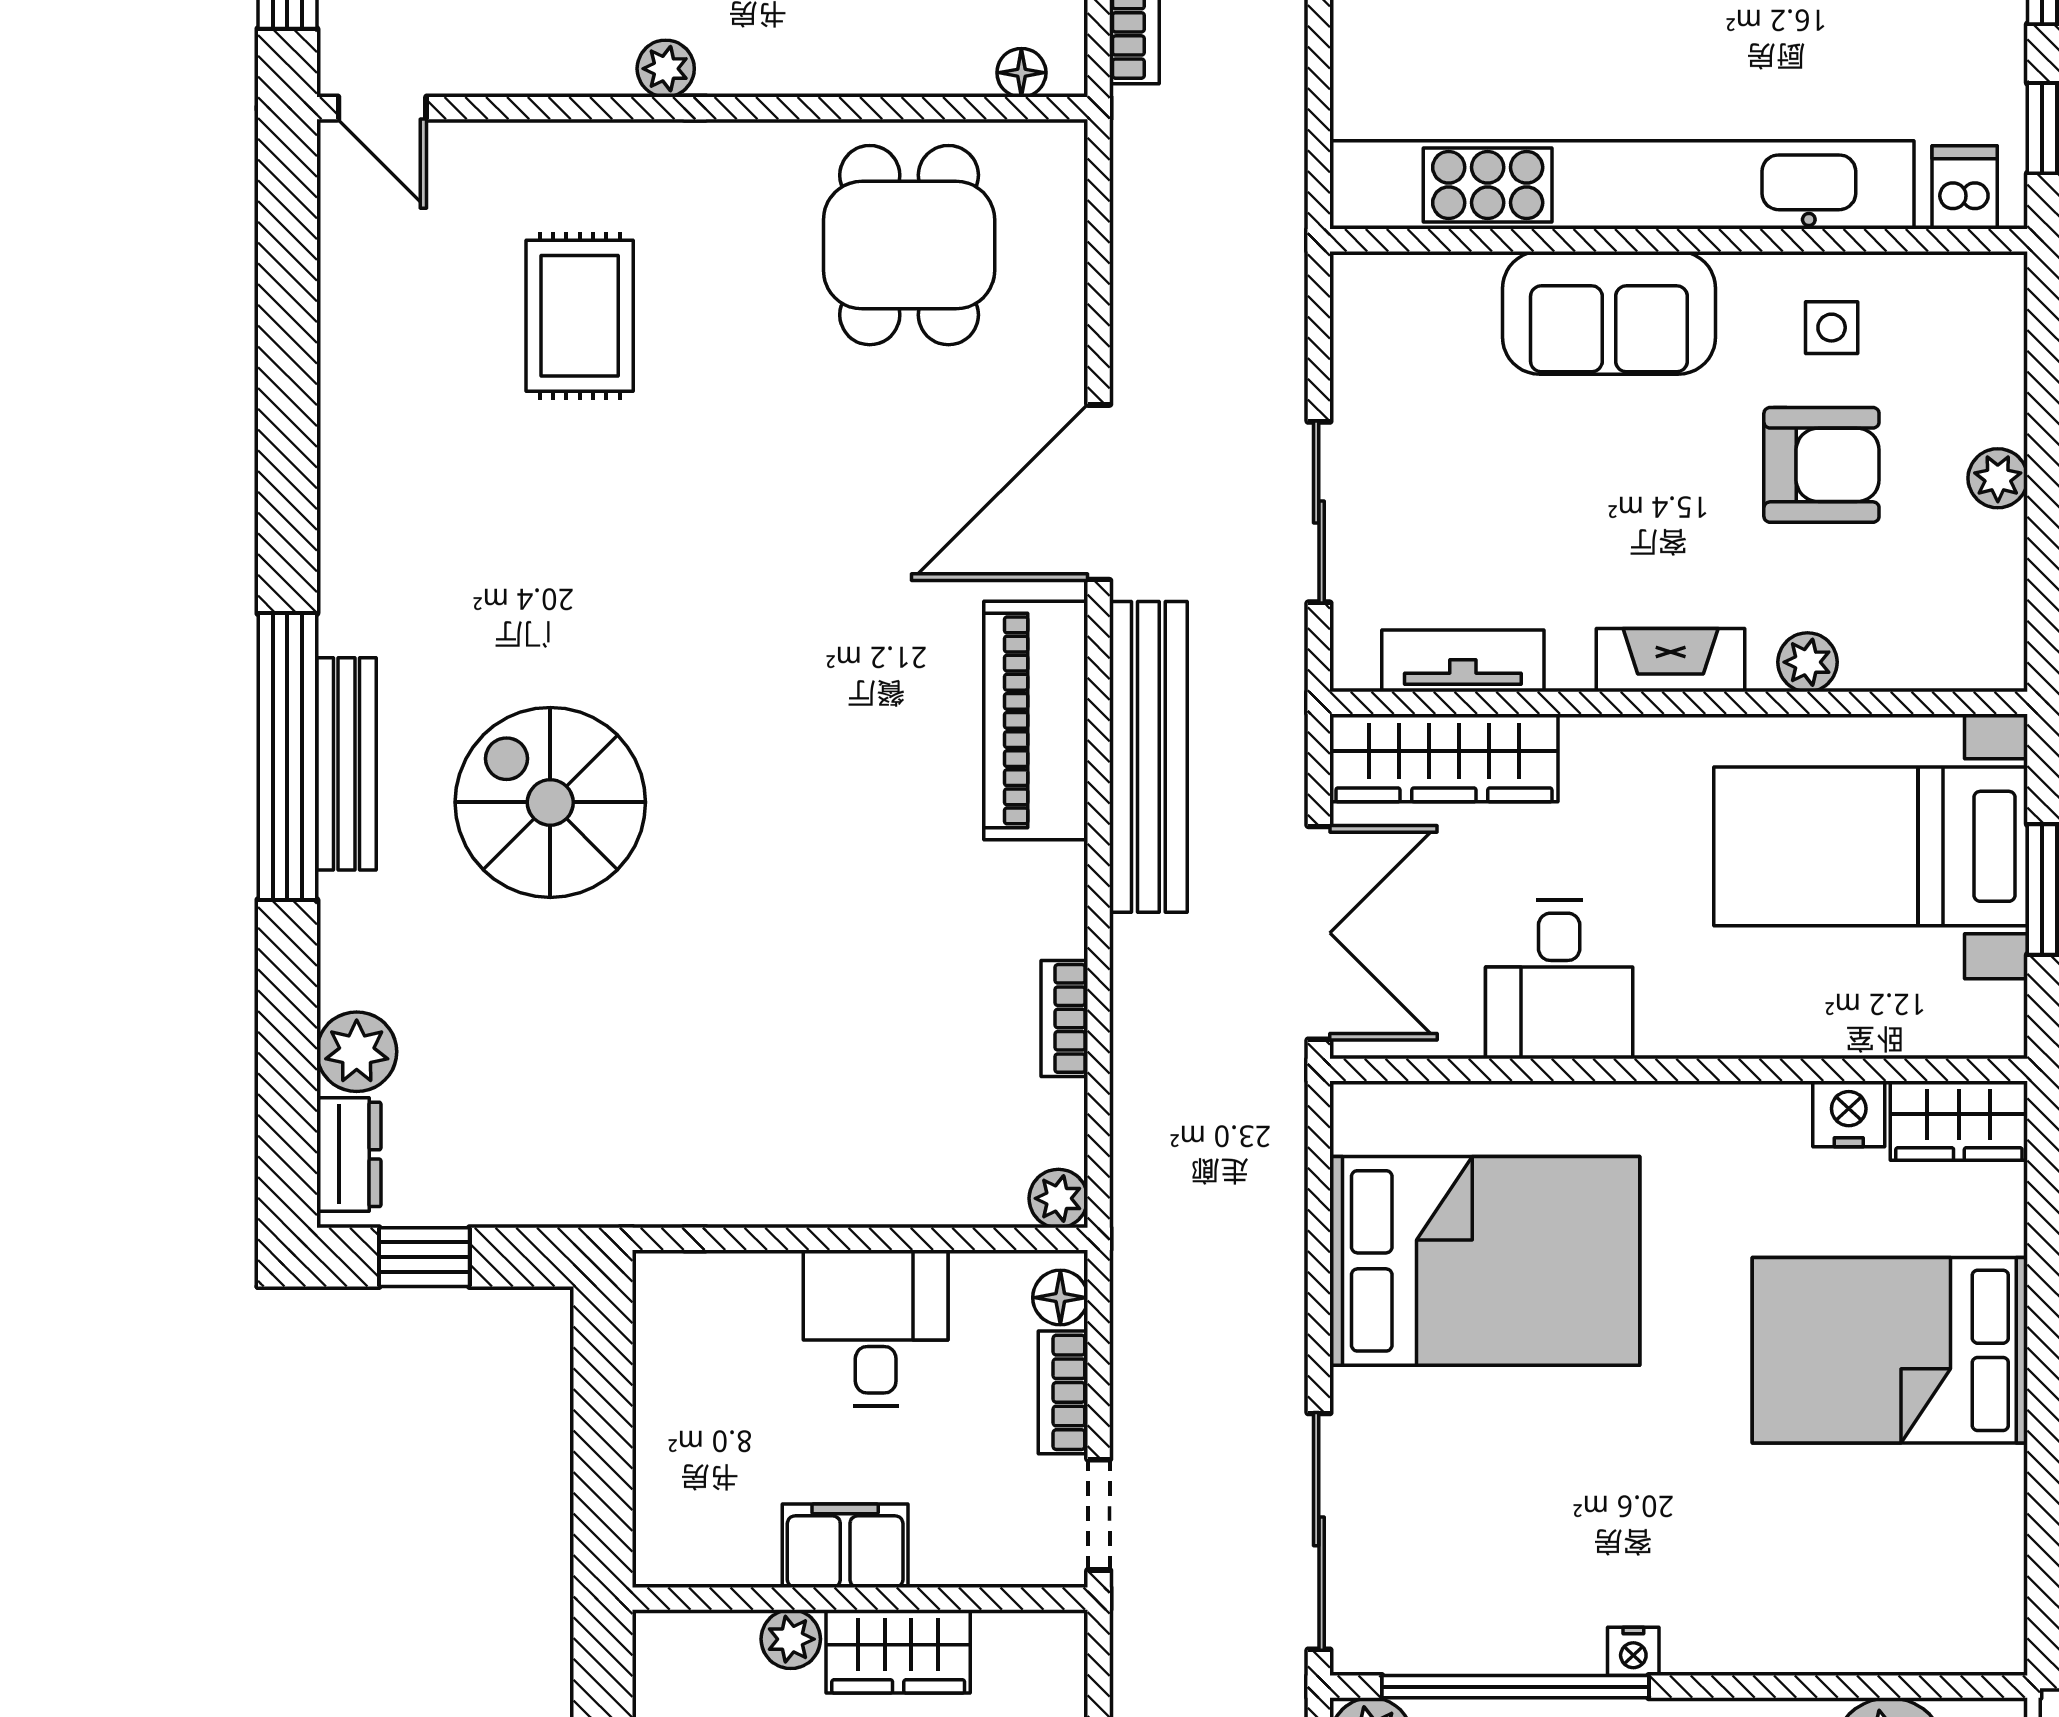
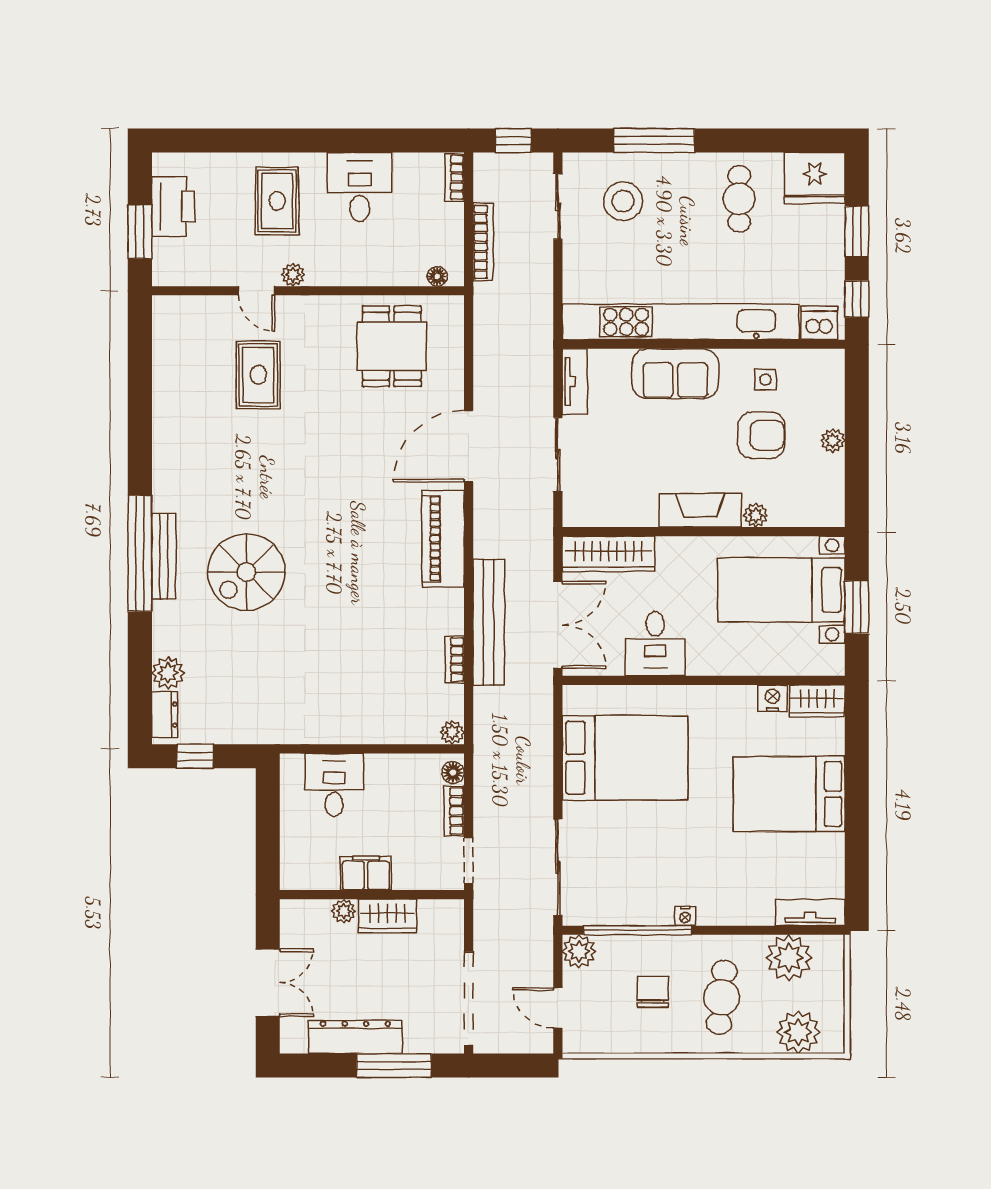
door: (382, 108) -> (257, 291), moved
dishwasher: (1965, 187) -> (819, 323), width x1.38
fireplace: (1671, 660) -> (700, 510), width x1.37, depth x1.32
tv unit: (1463, 661) -> (575, 382), moved, turned 90
bench: (1148, 757) -> (489, 622), moved
spiral stairs: (550, 802) -> (246, 572), turned -90
desk: (876, 1328) -> (334, 785), moved
tv unit: (1942, 1643) -> (810, 913), added

